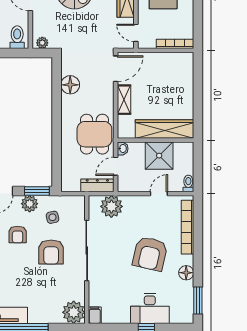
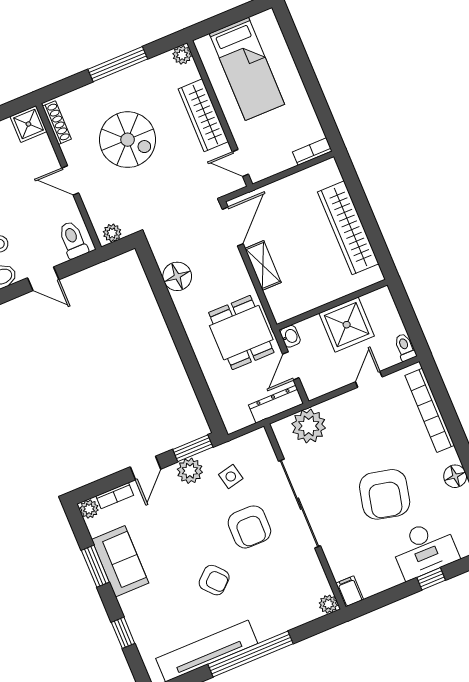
bookcase: (175, 44) -> (312, 152), width x0.64
wardrobe: (164, 129) -> (348, 228), moved, turned -90
armchair: (18, 234) -> (214, 580), moved, turned -42
armchair: (150, 254) -> (385, 494), moved
plant: (74, 312) -> (328, 604), width x0.53, depth x0.53

